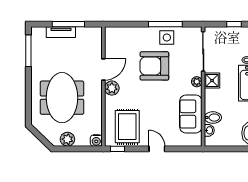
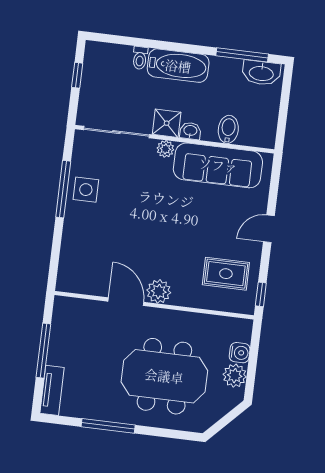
tv unit: (61, 32) -> (52, 390), moved
window: (28, 51) -> (108, 426), moved
armchair: (154, 66) -> (131, 216), removed
sofa: (191, 114) -> (218, 165), width x1.36
rug: (127, 127) -> (226, 274), width x0.73, depth x0.70
washbasin: (209, 130) -> (190, 131), moved
water cooler: (96, 140) -> (240, 353), moved

